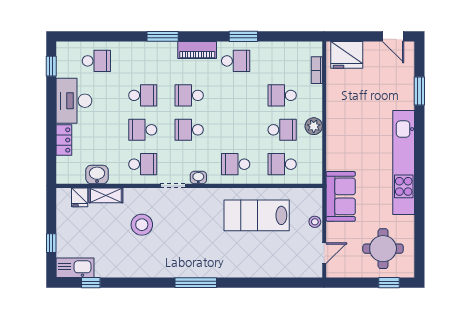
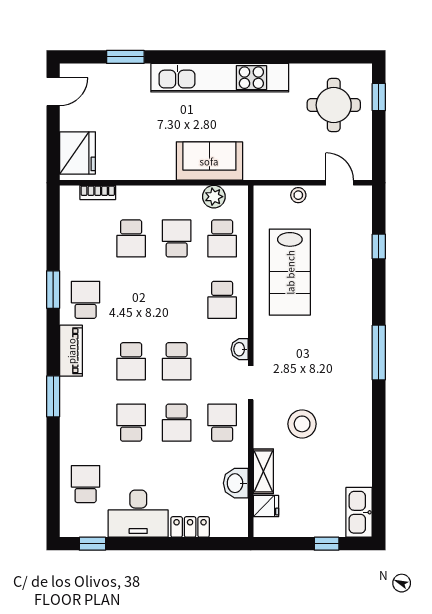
plant: (314, 126) -> (214, 197), moved
sofa: (341, 196) -> (209, 161), moved
window: (91, 283) -> (379, 246), moved

